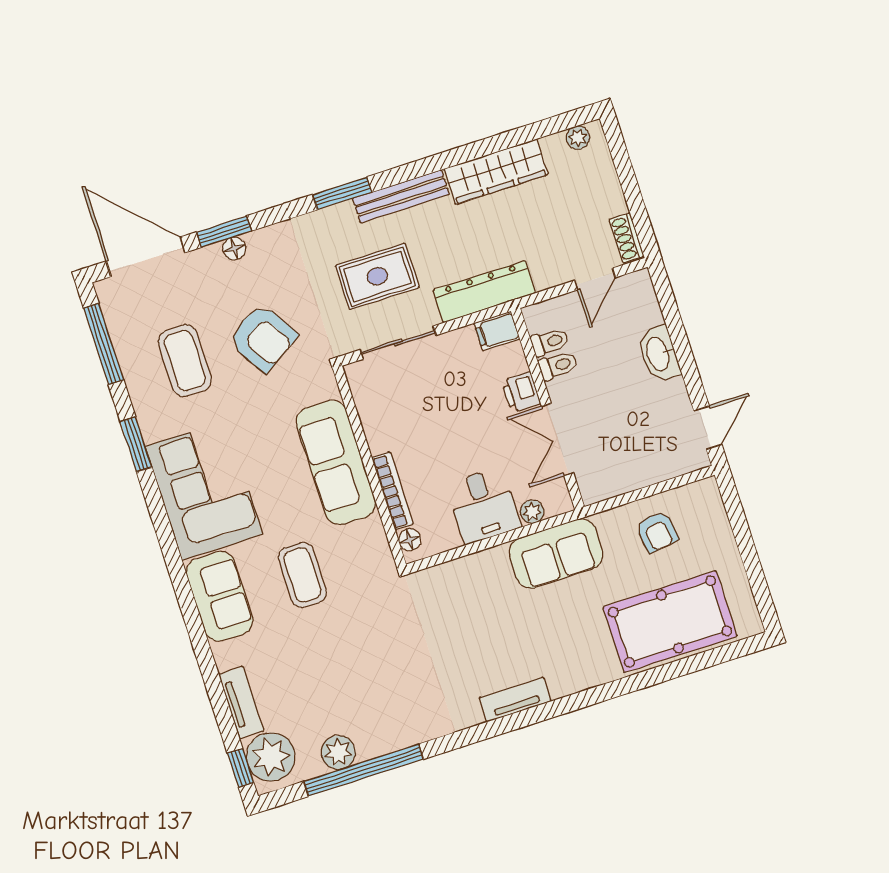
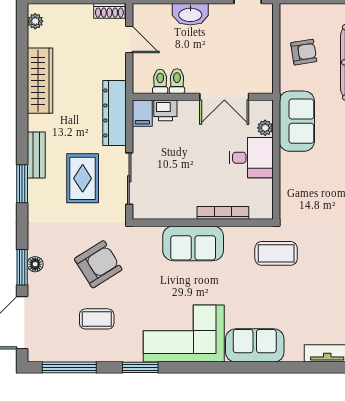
bench: (401, 196) -> (36, 155), width x0.73
coffee table: (185, 361) -> (97, 319), width x0.73, depth x0.77
printer: (521, 392) -> (165, 110), moved
sofa: (336, 462) -> (193, 243), width x0.73
floor lamp: (410, 540) -> (258, 212), removed
coffee table: (302, 575) -> (276, 253), moved

